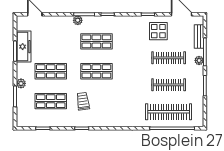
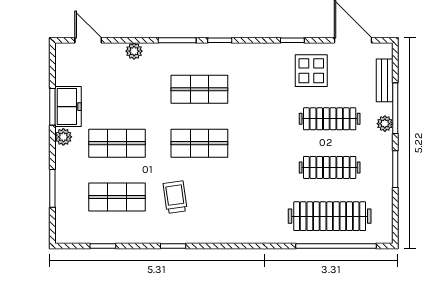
plant: (78, 20) -> (134, 51), moved
freezer: (24, 47) -> (68, 107), width x0.71
plant: (21, 83) -> (63, 137), moved

